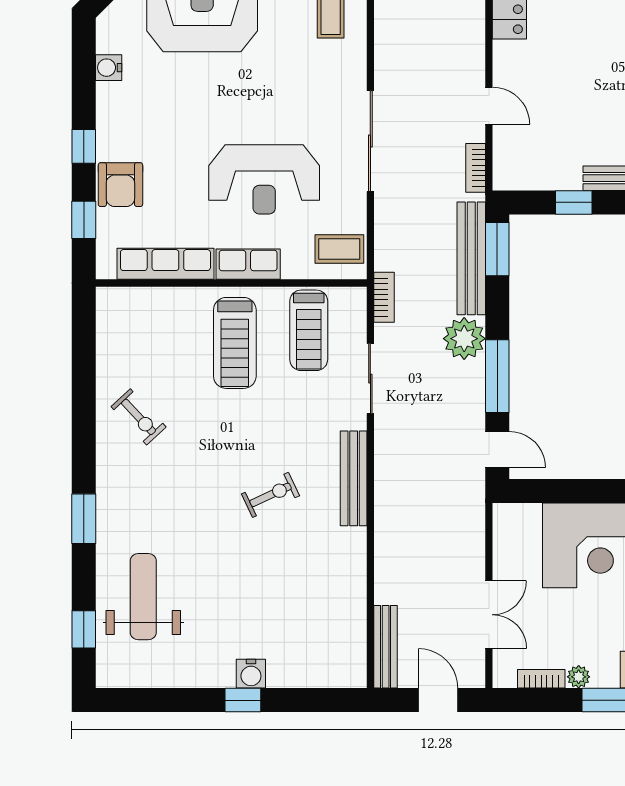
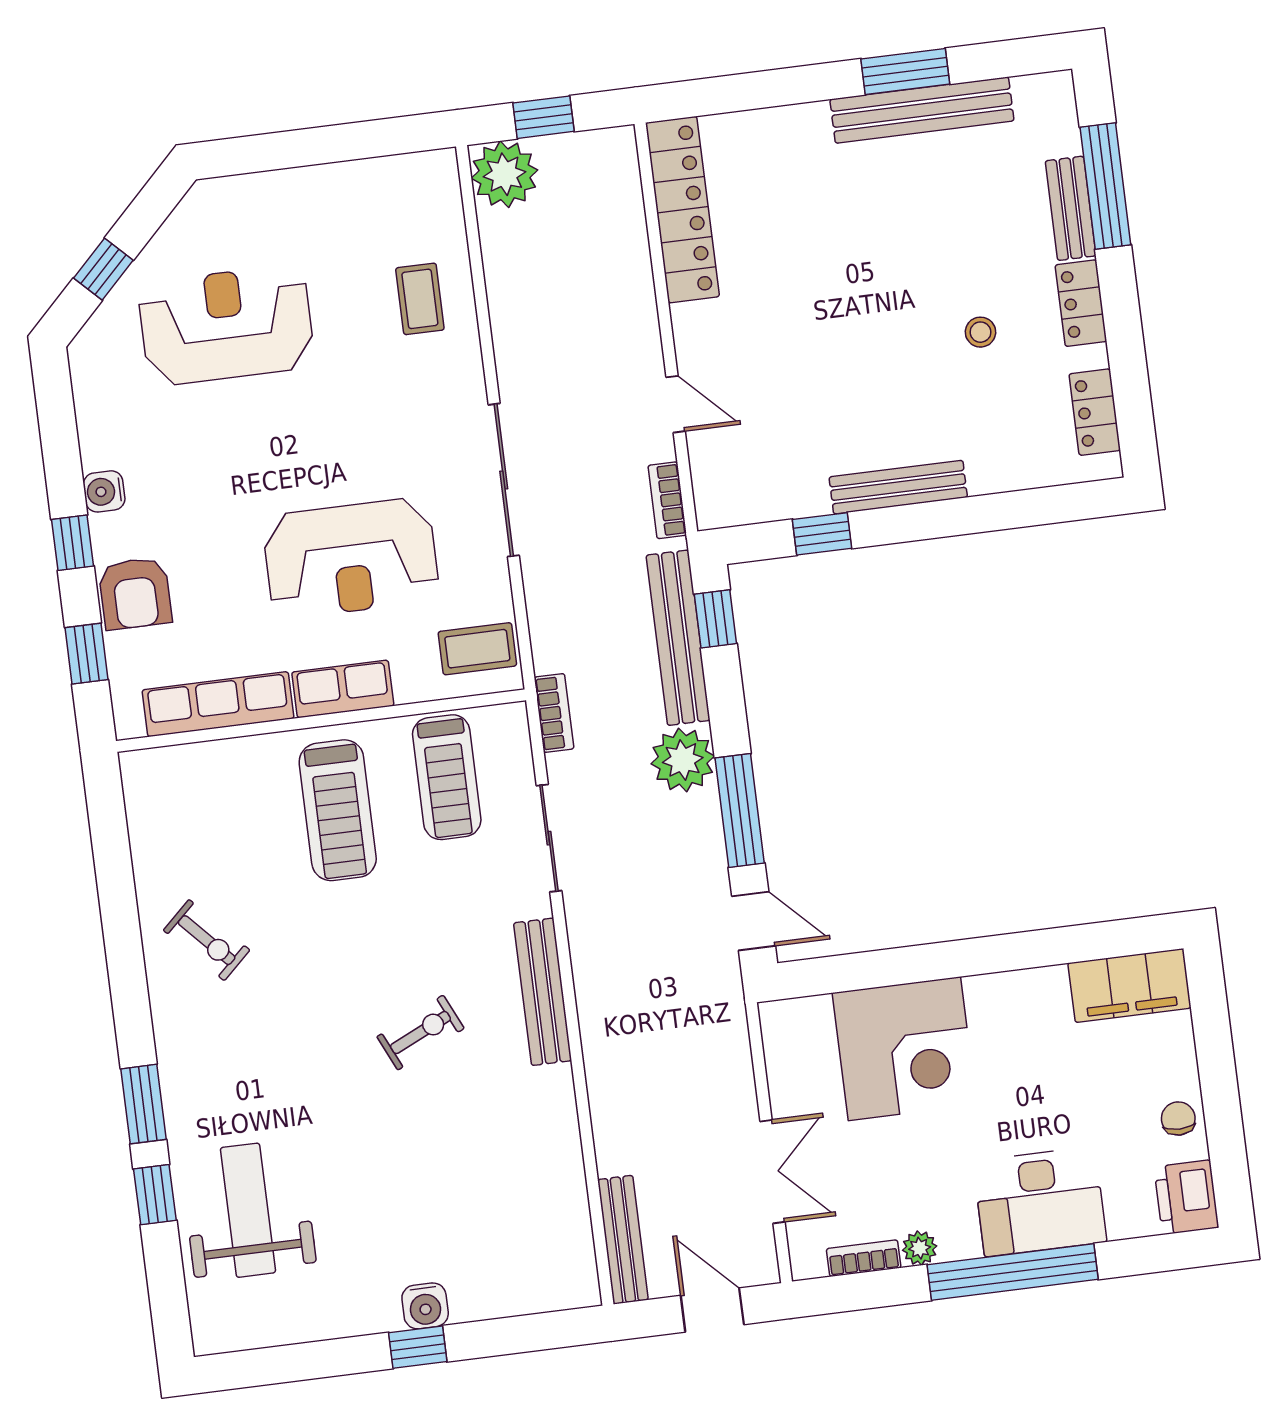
water cooler: (109, 68) -> (104, 491), moved
window: (497, 249) -> (715, 619), width x0.67
window: (84, 629) -> (155, 1195), moved

